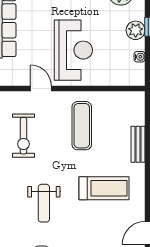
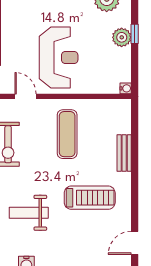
water cooler: (140, 57) -> (126, 88), moved
weight bench: (44, 203) -> (29, 213), turned 90

